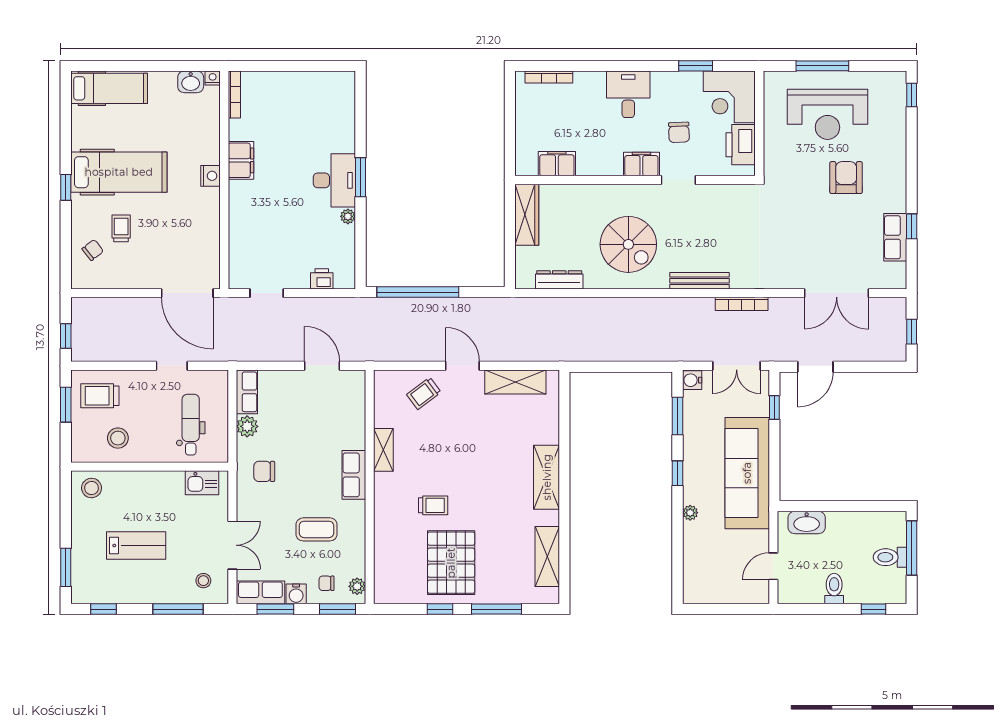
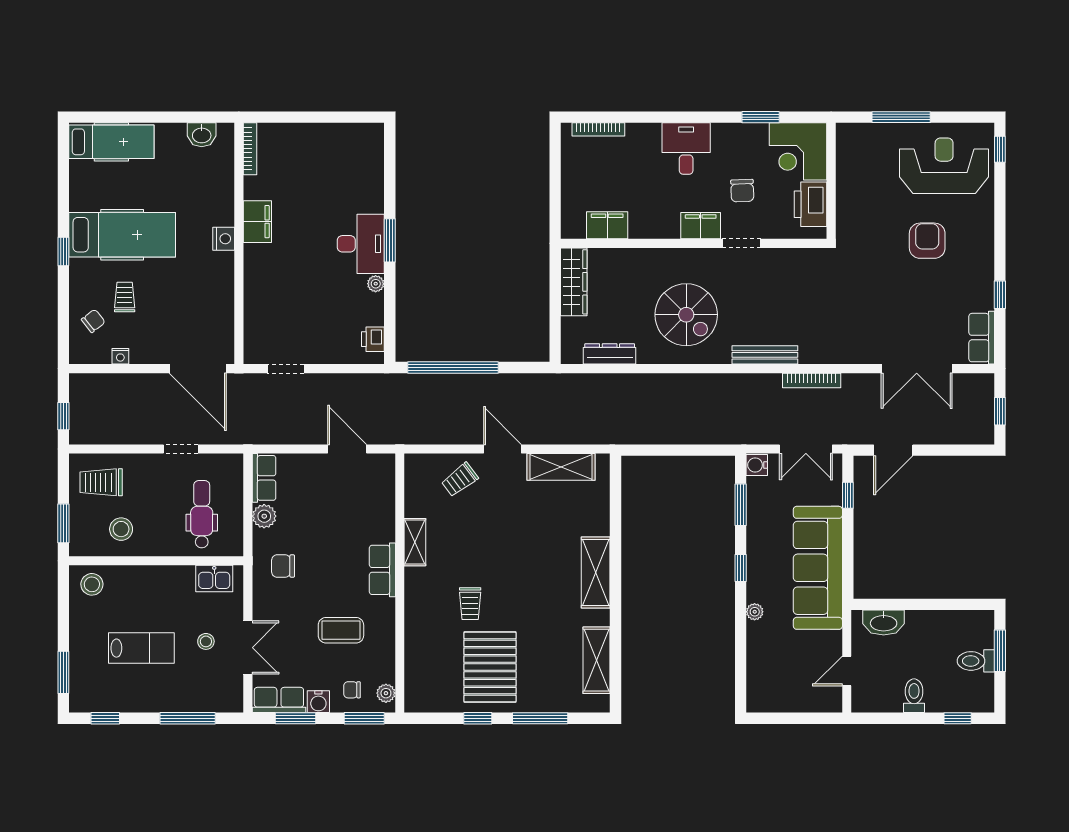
nightstand: (213, 78) -> (120, 356), moved, turned 180
reception desk: (827, 114) -> (944, 166), moved, turned 180
row of seats: (895, 237) -> (982, 338), moved
printer: (322, 279) -> (373, 339), moved, turned -90
window: (66, 405) -> (63, 523), moved
trolley: (433, 505) -> (470, 604), turned 90
window: (912, 548) -> (1000, 651), width x0.69
stool: (203, 581) -> (206, 641), moved

